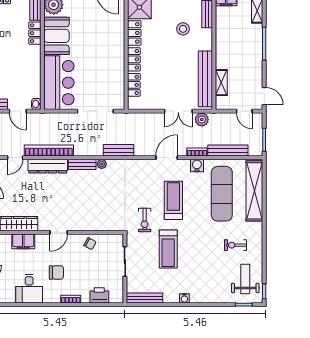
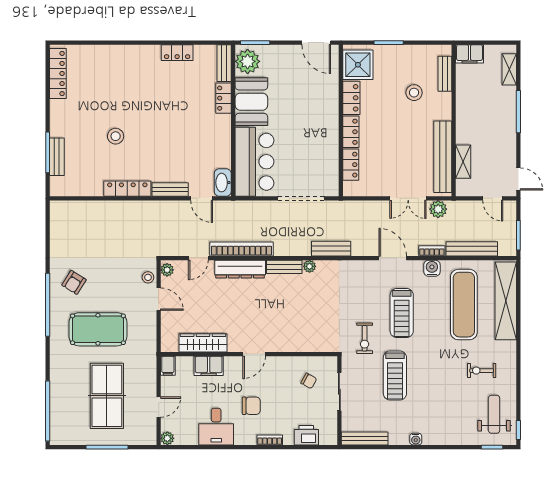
washbasin: (36, 104) -> (223, 183), width x1.91, depth x1.45
door: (167, 158) -> (393, 258), hinge flipped
treadmill: (173, 200) -> (402, 313), turned 180
chair: (90, 244) -> (309, 381), moved

